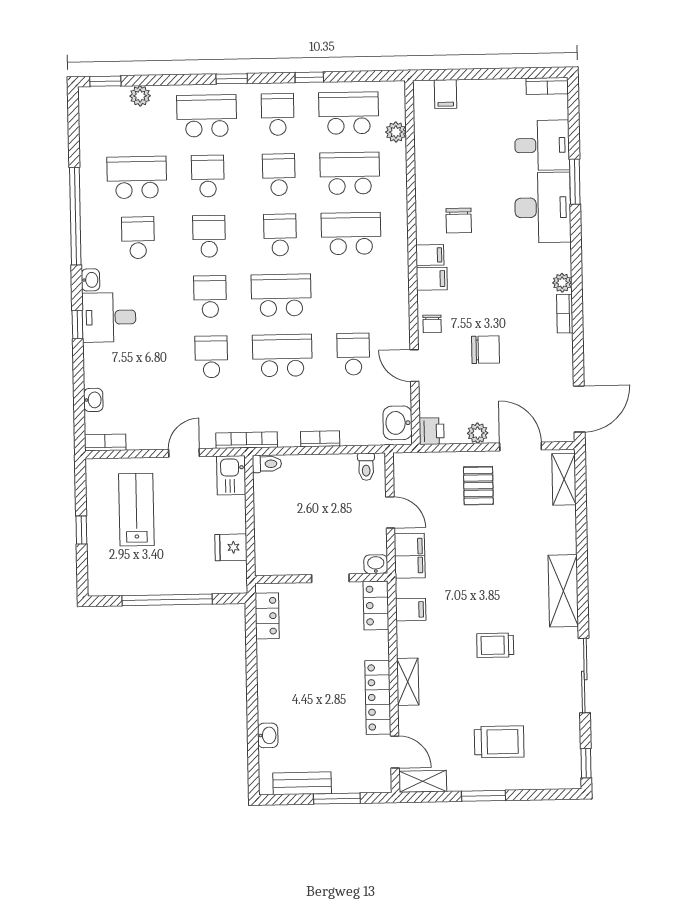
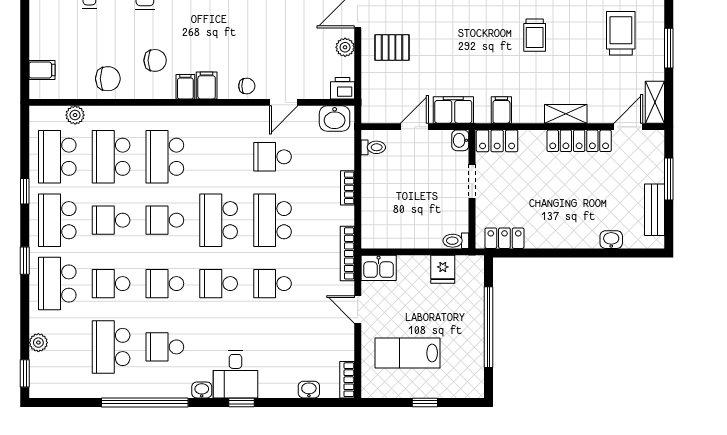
school desk: (278, 114) -> (57, 220), width x1.85
chair: (486, 350) -> (108, 79), moved, turned 90
toilet: (267, 464) -> (456, 241), moved, turned -90

